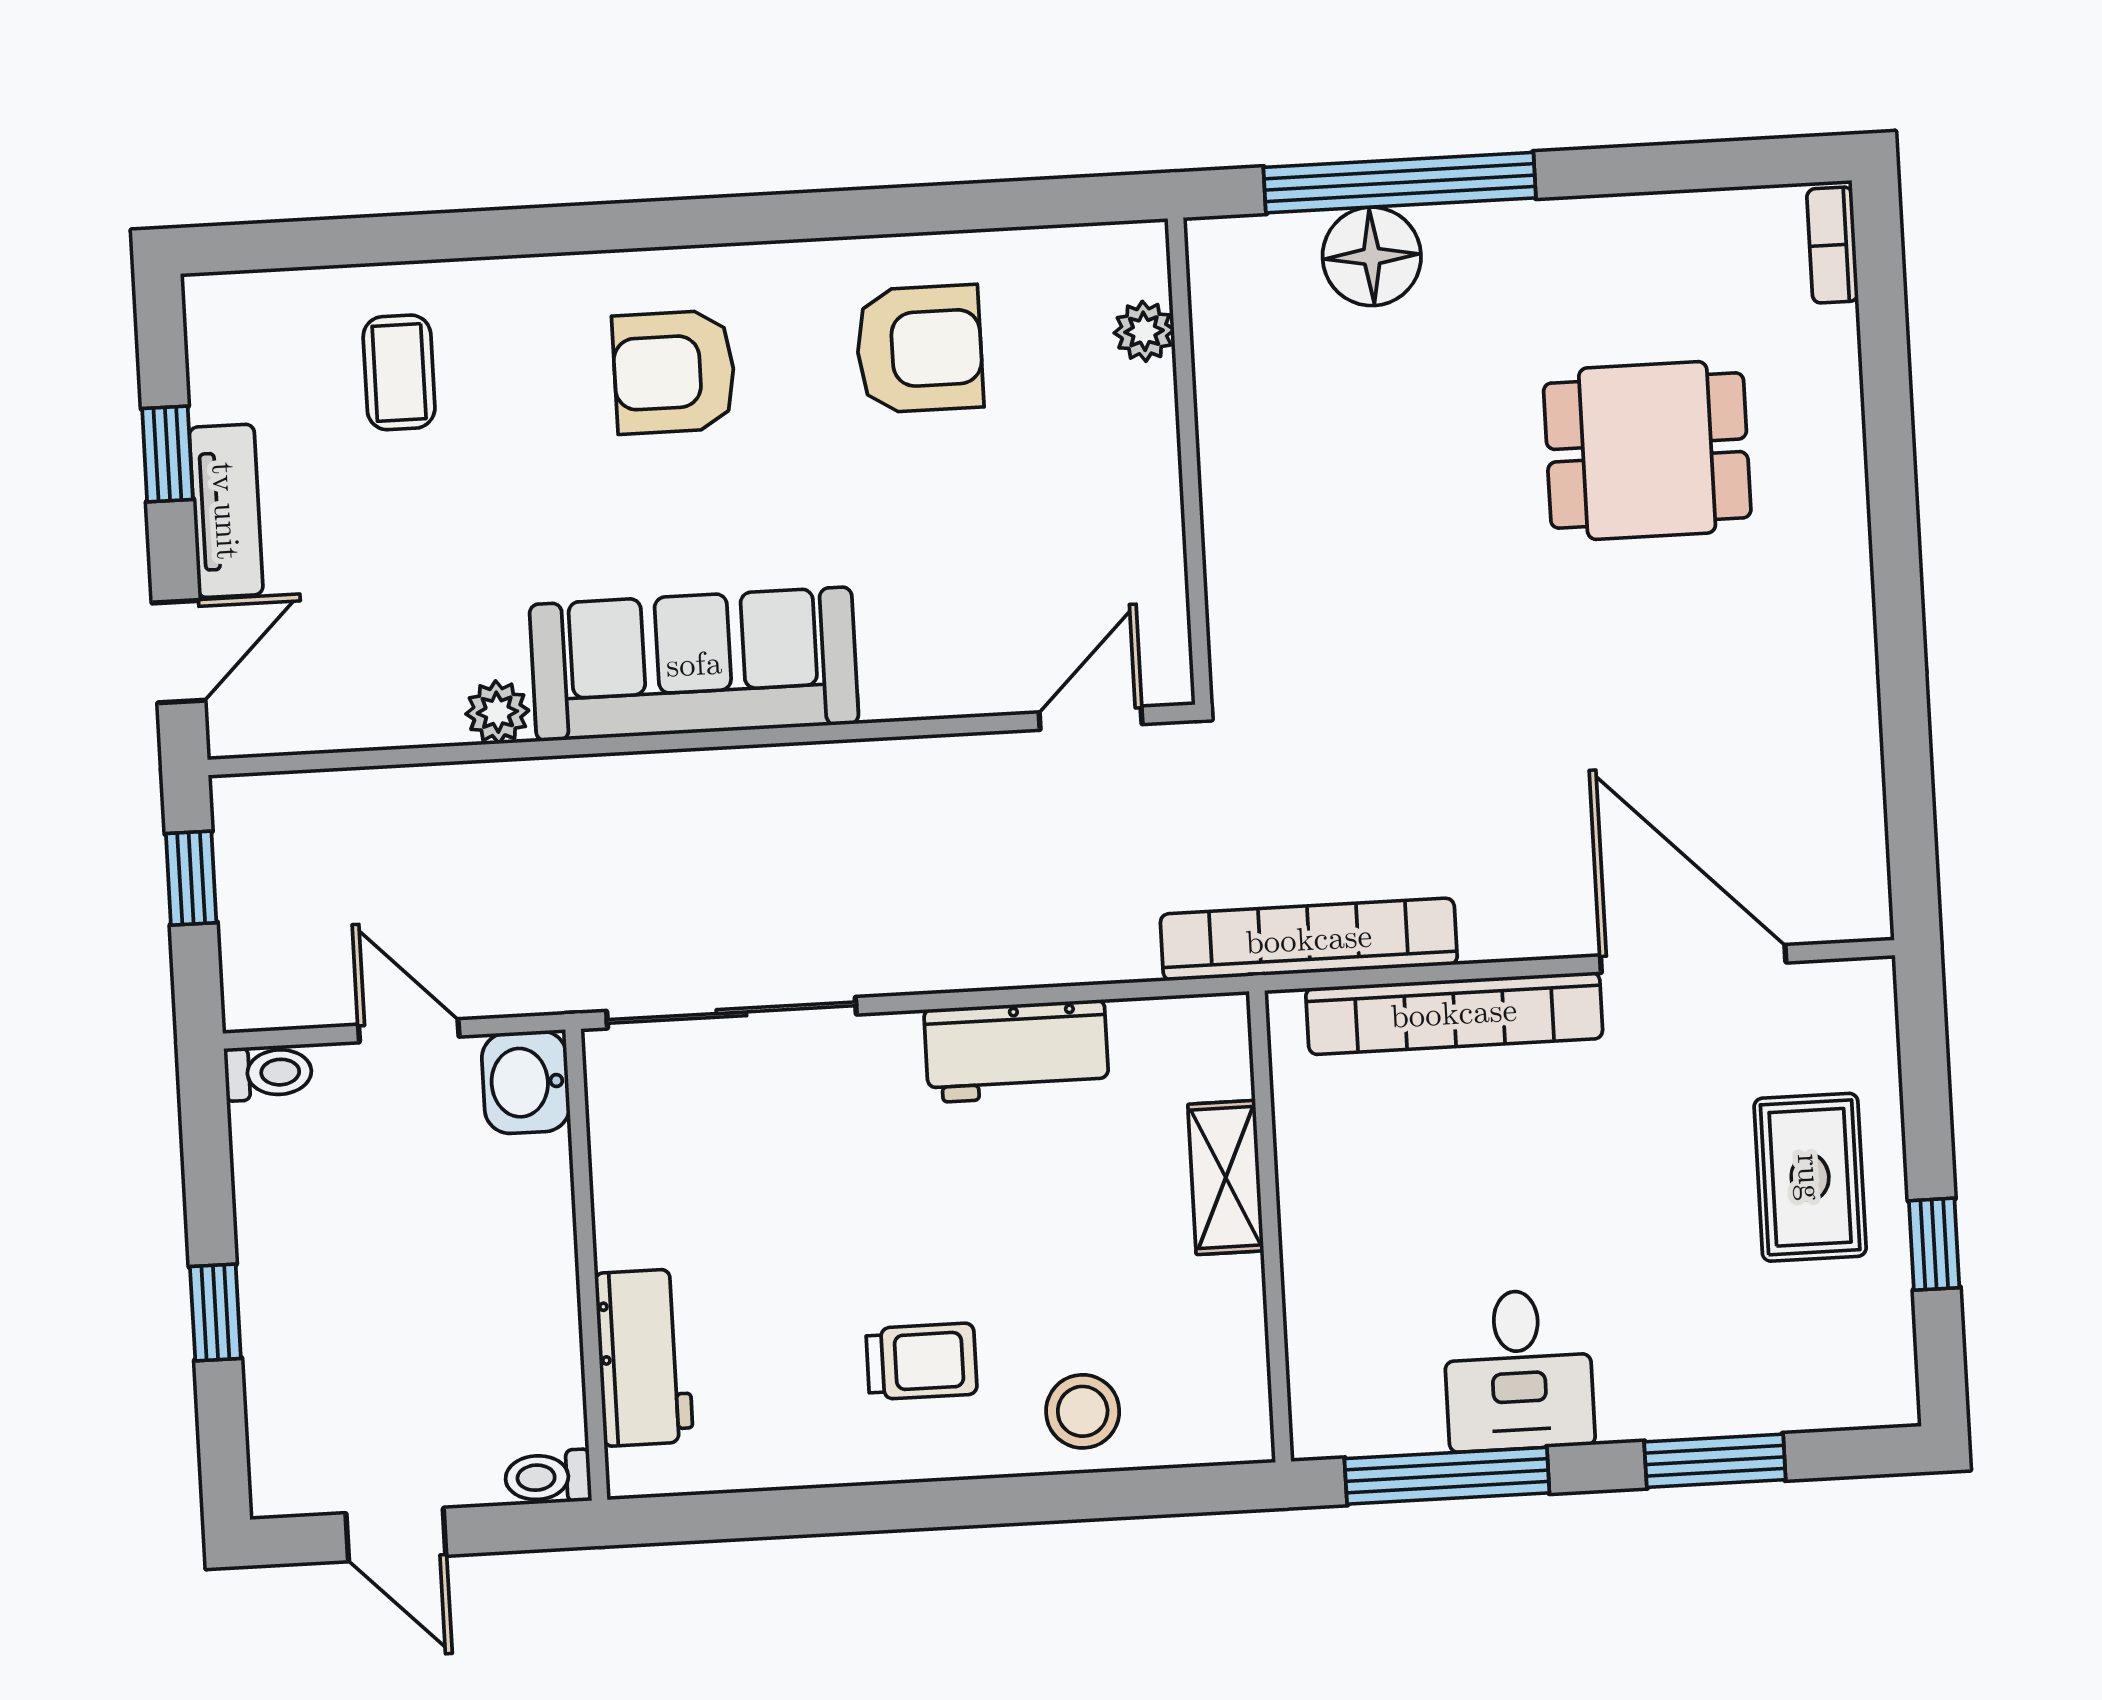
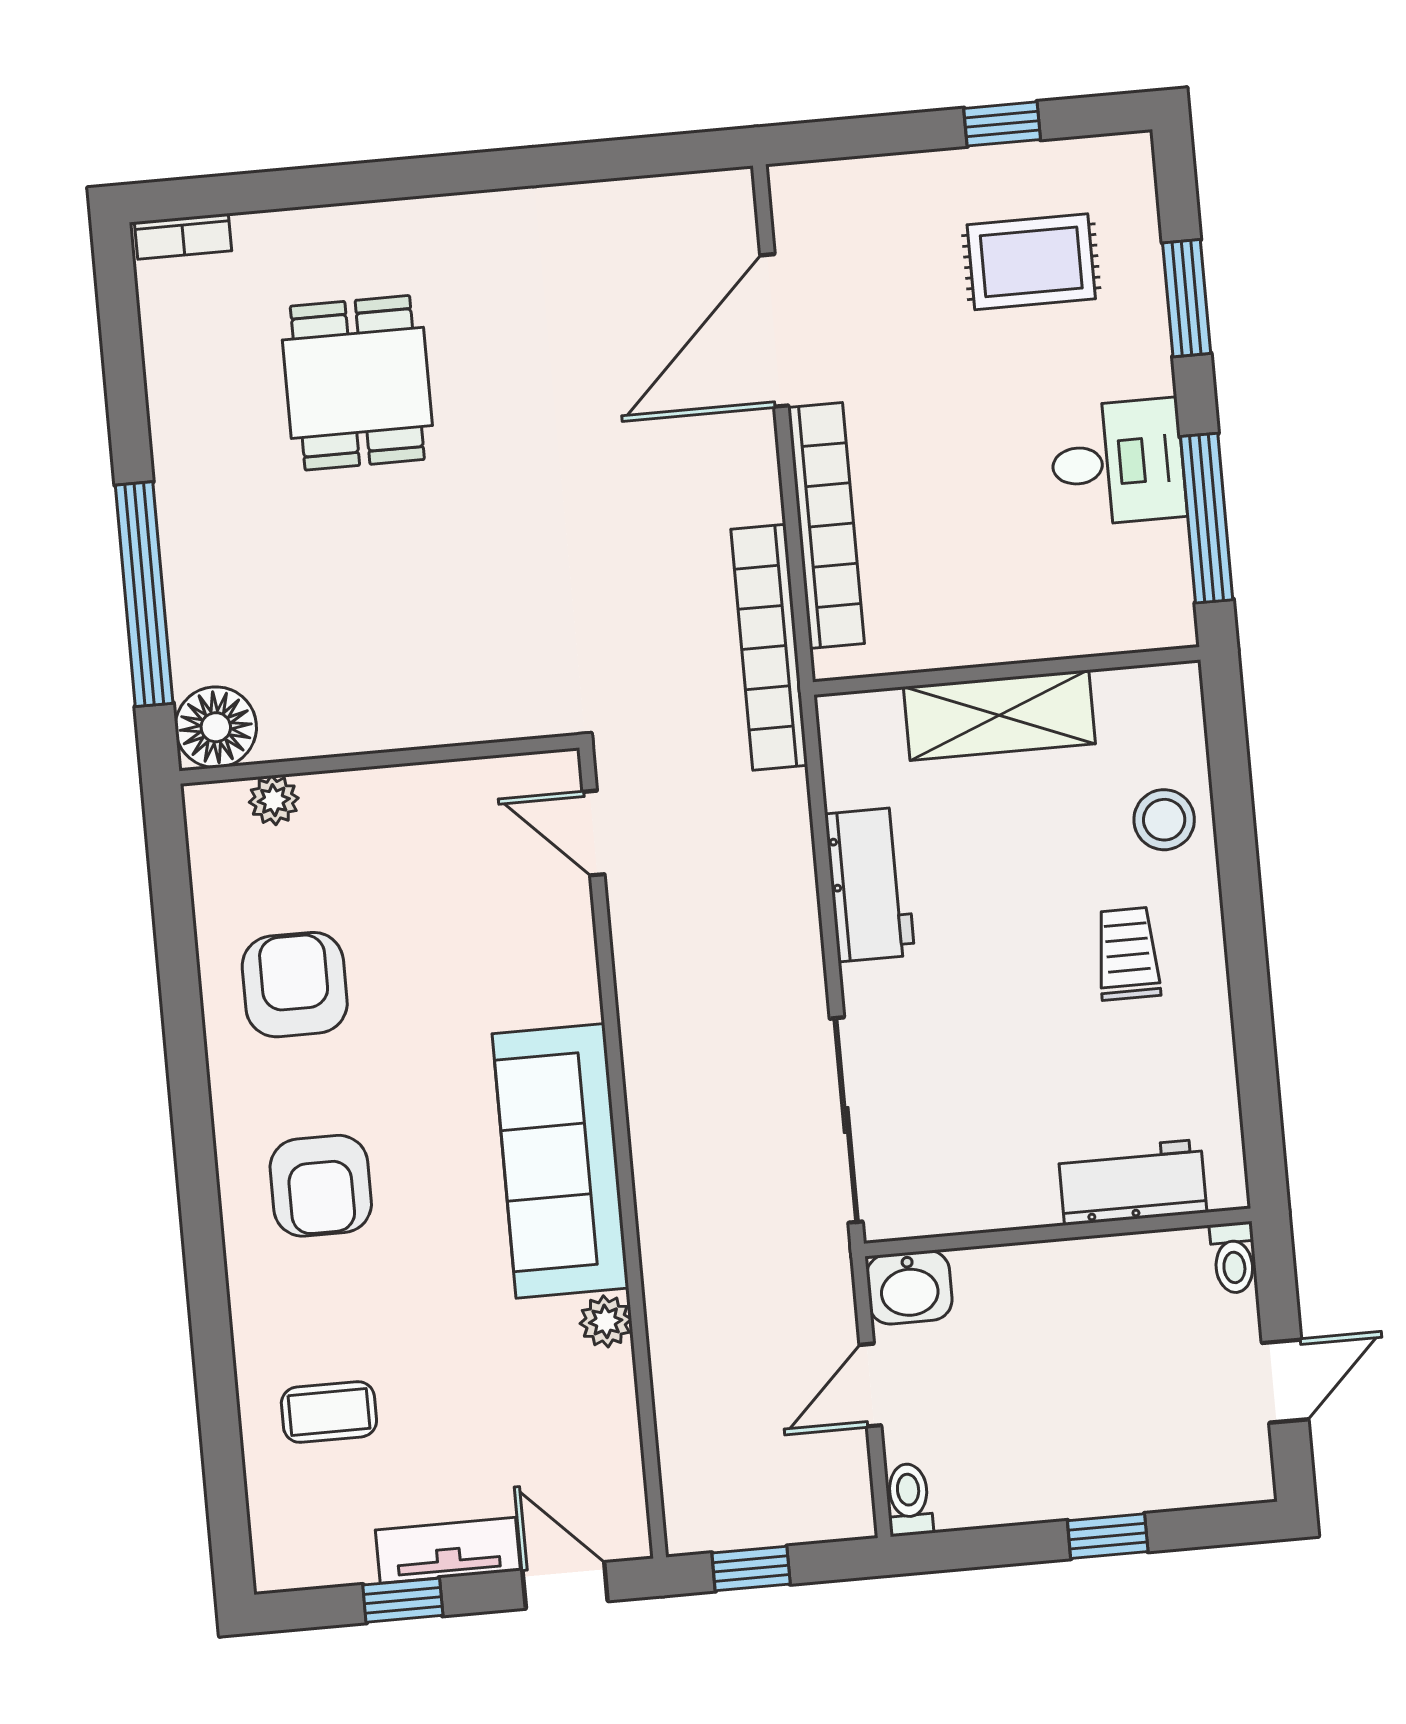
floor lamp: (1372, 256) -> (216, 727), moved
rug: (1810, 1177) -> (1031, 262), moved
shelving: (1226, 1178) -> (999, 715), width x1.50, depth x1.33

